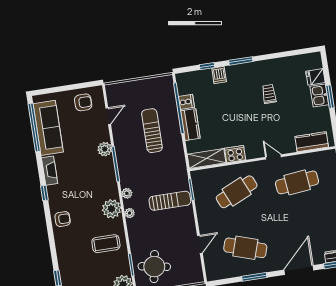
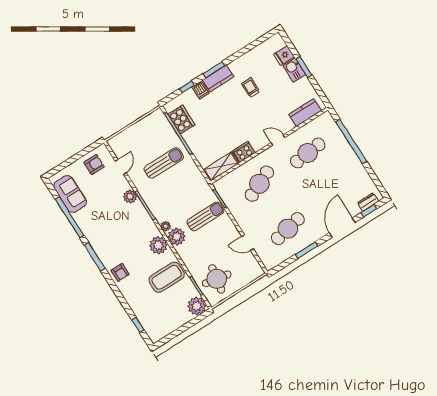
cooker: (186, 102) -> (181, 120), width x1.87, depth x1.31
kitchen counter: (190, 124) -> (218, 78), moved, turned 90
window: (34, 127) -> (70, 217), moved
sofa: (48, 128) -> (70, 194), width x0.73
sun lounger: (152, 131) -> (164, 163), turned 90
fireplace: (50, 171) -> (91, 236), removed
window: (44, 193) -> (95, 257), width x2.17
plant: (130, 213) -> (177, 237), width x1.88, depth x1.88
armchair: (63, 219) -> (120, 272), turned 90
coffee table: (106, 244) -> (167, 277), width x1.36, depth x1.32
door: (200, 244) -> (248, 243), swing flipped
cafe table: (245, 248) -> (288, 229), turned -30

